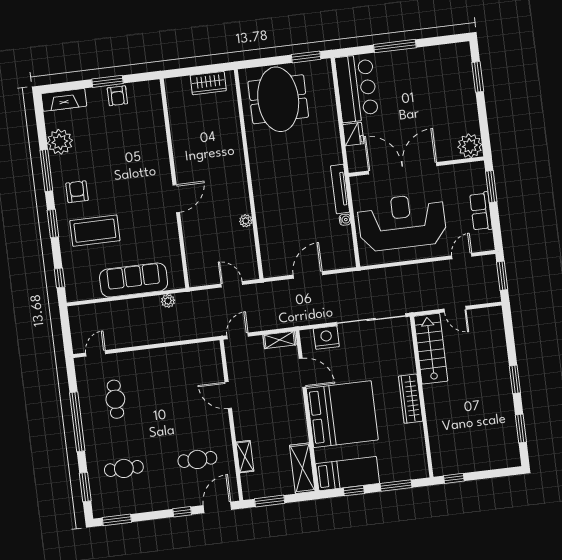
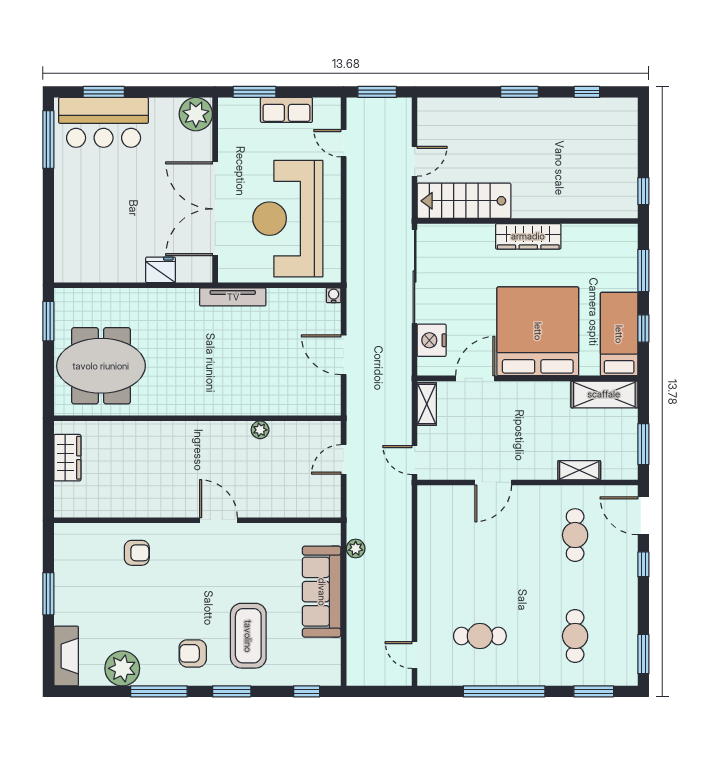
window: (395, 46) -> (48, 140), moved
bar counter: (357, 88) -> (104, 122), moved, turned 180
armchair: (117, 96) -> (137, 553), moved
water cooler: (345, 220) -> (334, 295), moved
window: (521, 428) -> (587, 92), width x0.67

